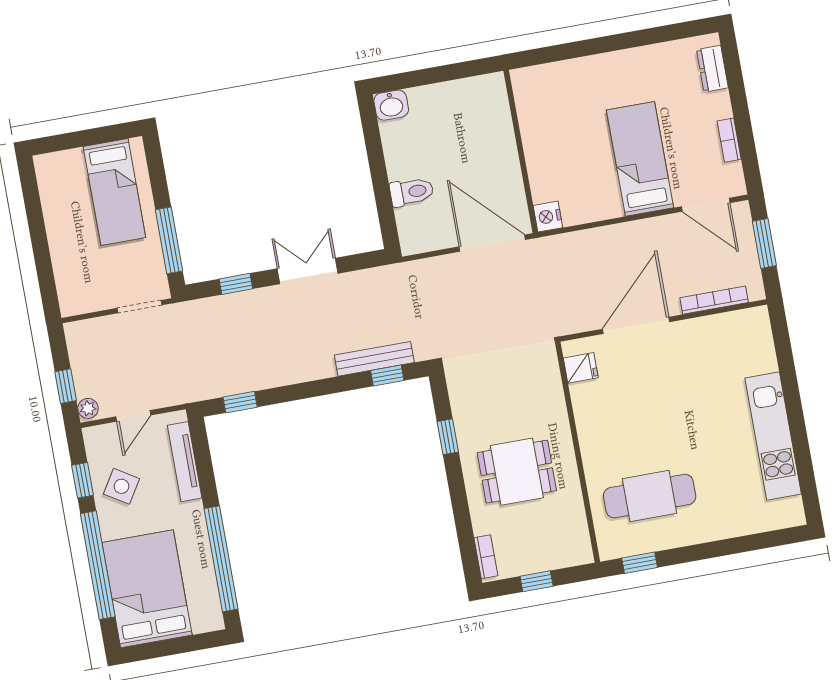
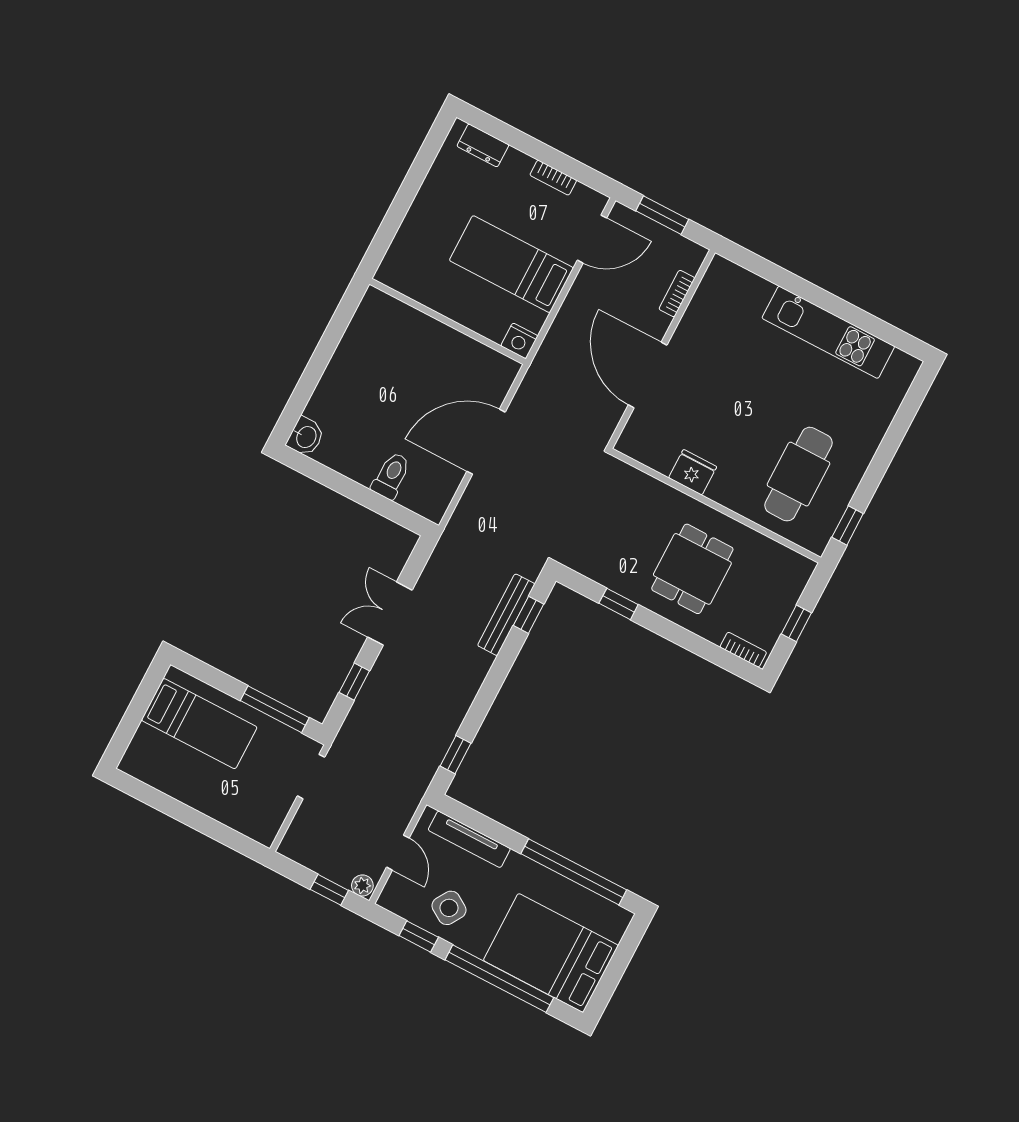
wall: (521, 152) -> (448, 321), moved
nightstand: (548, 217) -> (519, 341), moved
bookcase: (714, 300) -> (677, 294), width x0.64
fridge: (581, 368) -> (693, 472), moved, width x1.38

